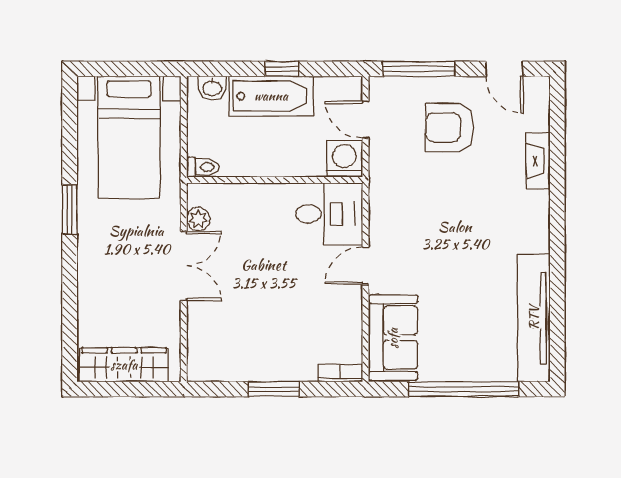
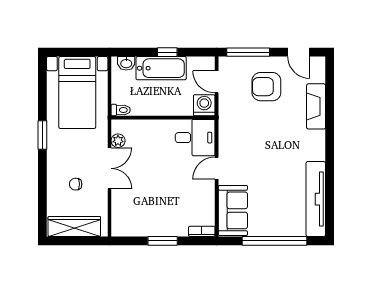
fireplace: (538, 161) -> (316, 106), width x1.37, depth x1.32
chair: (126, 293) -> (76, 184), added

